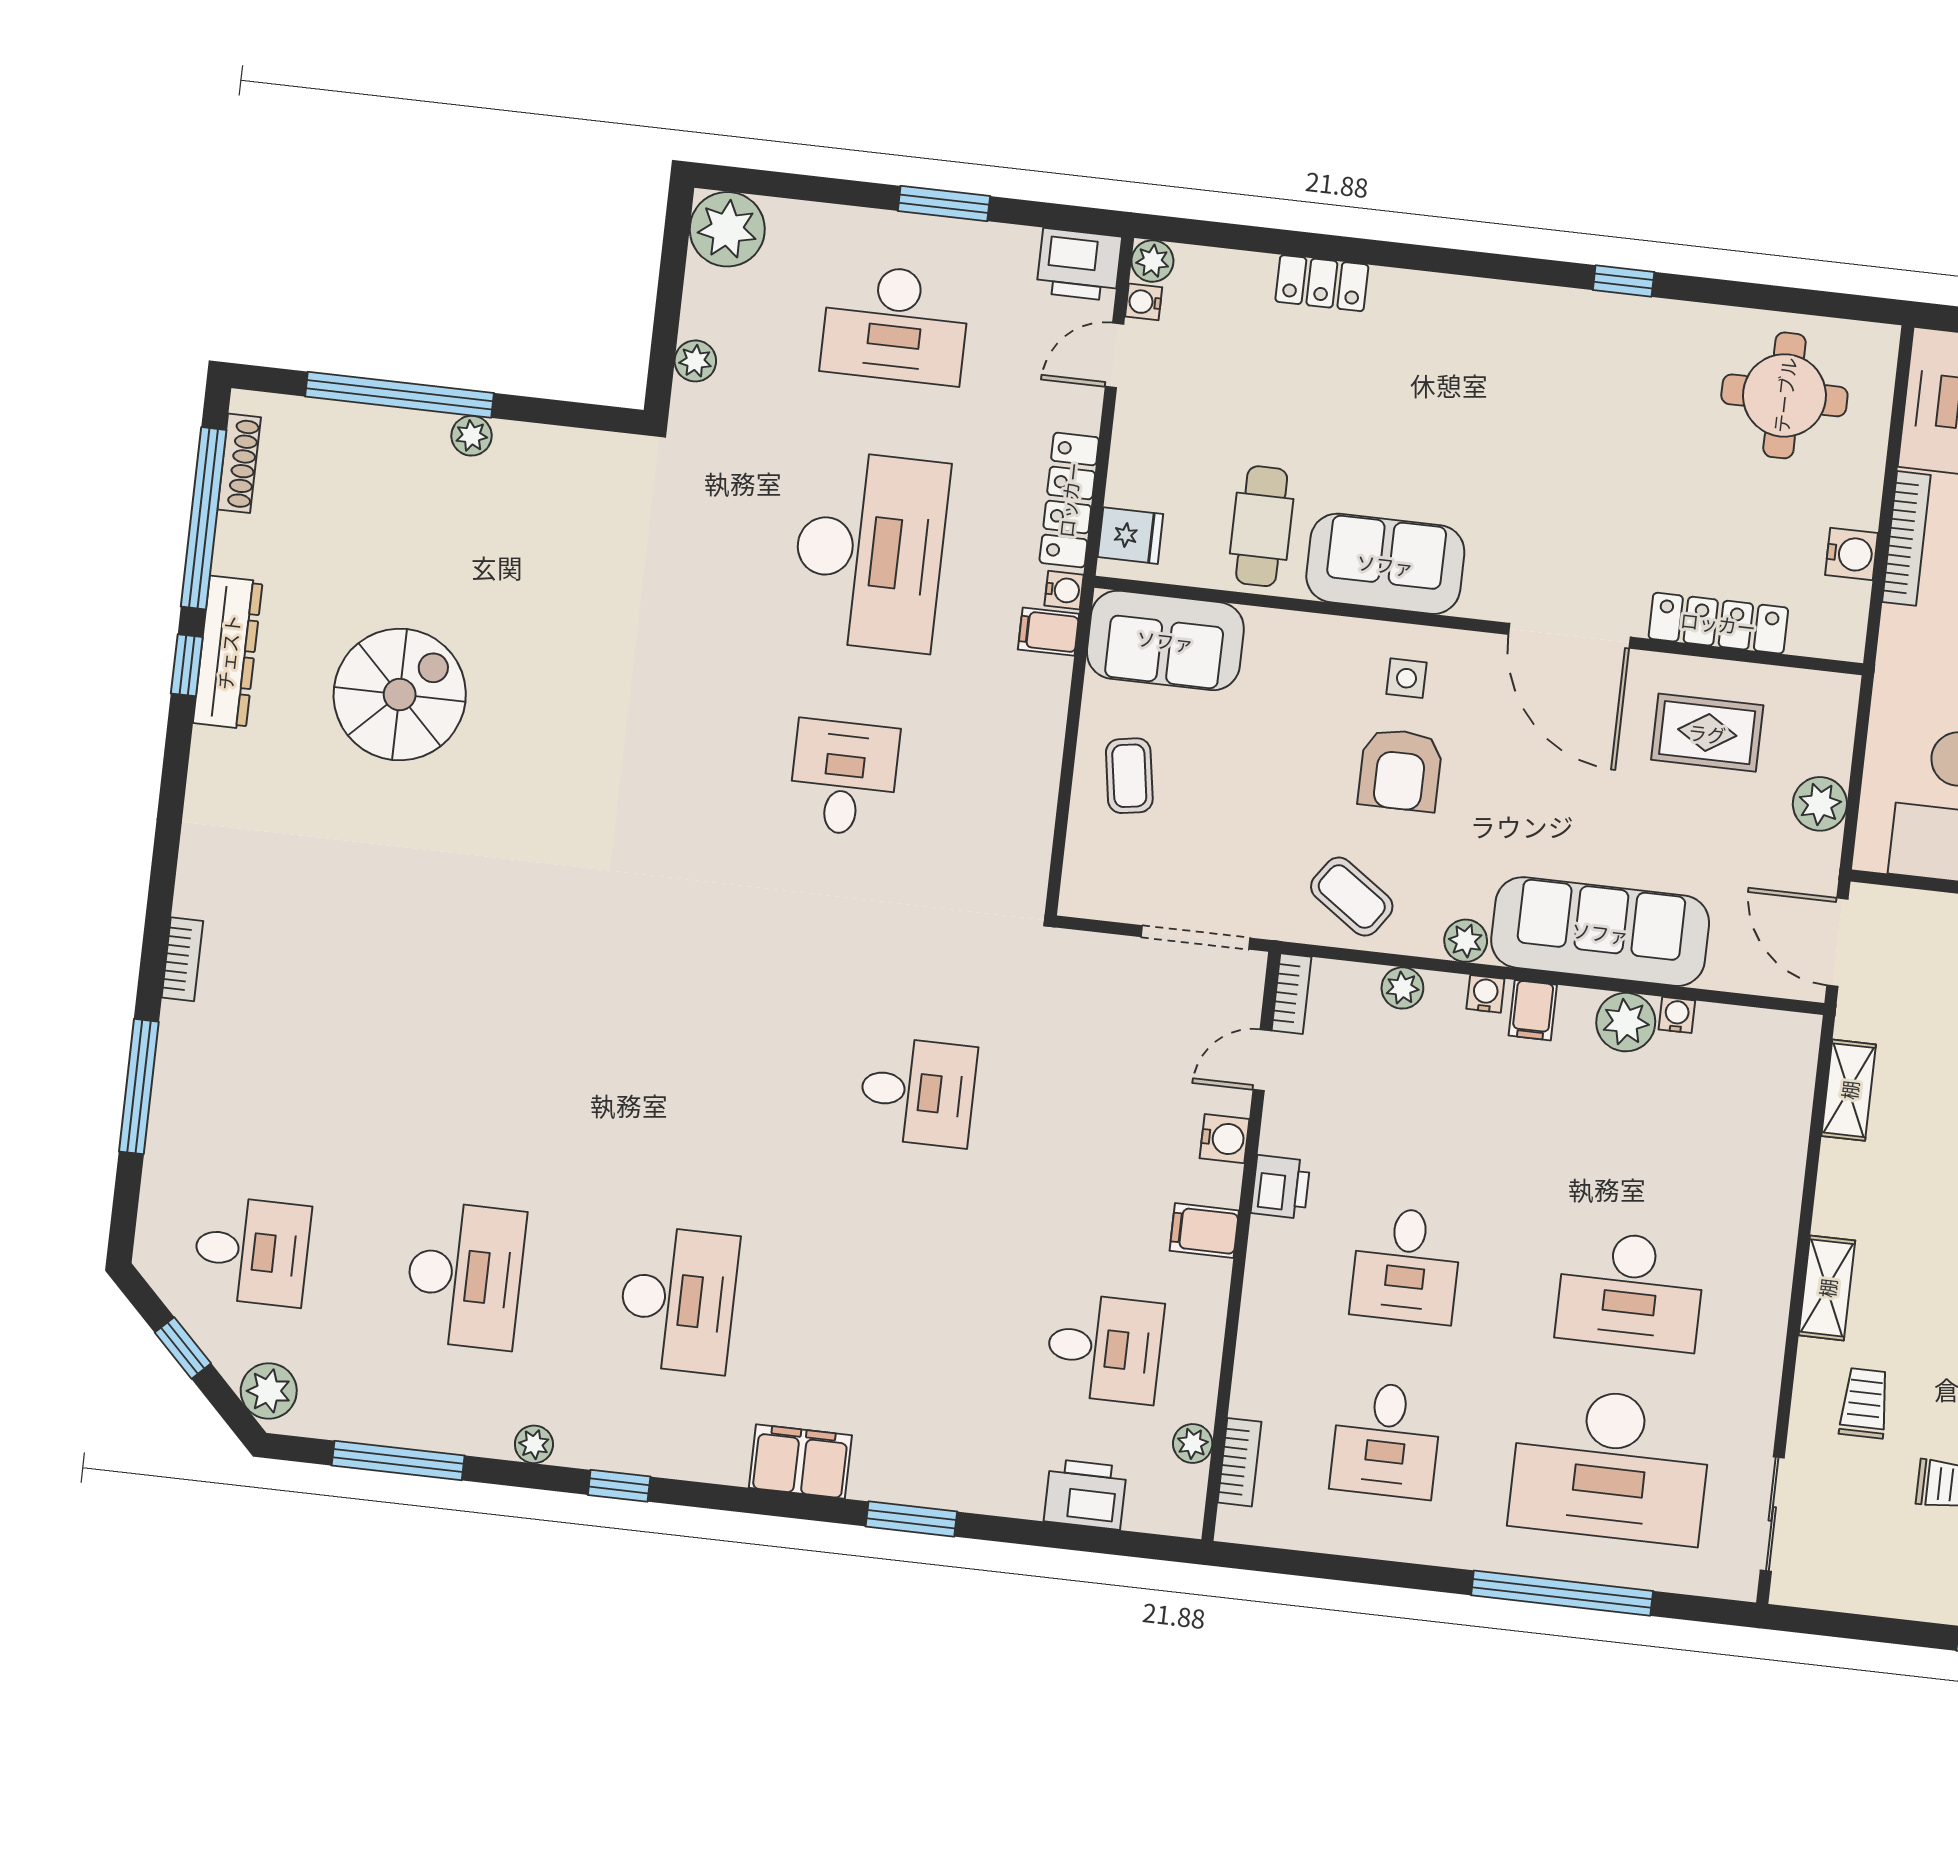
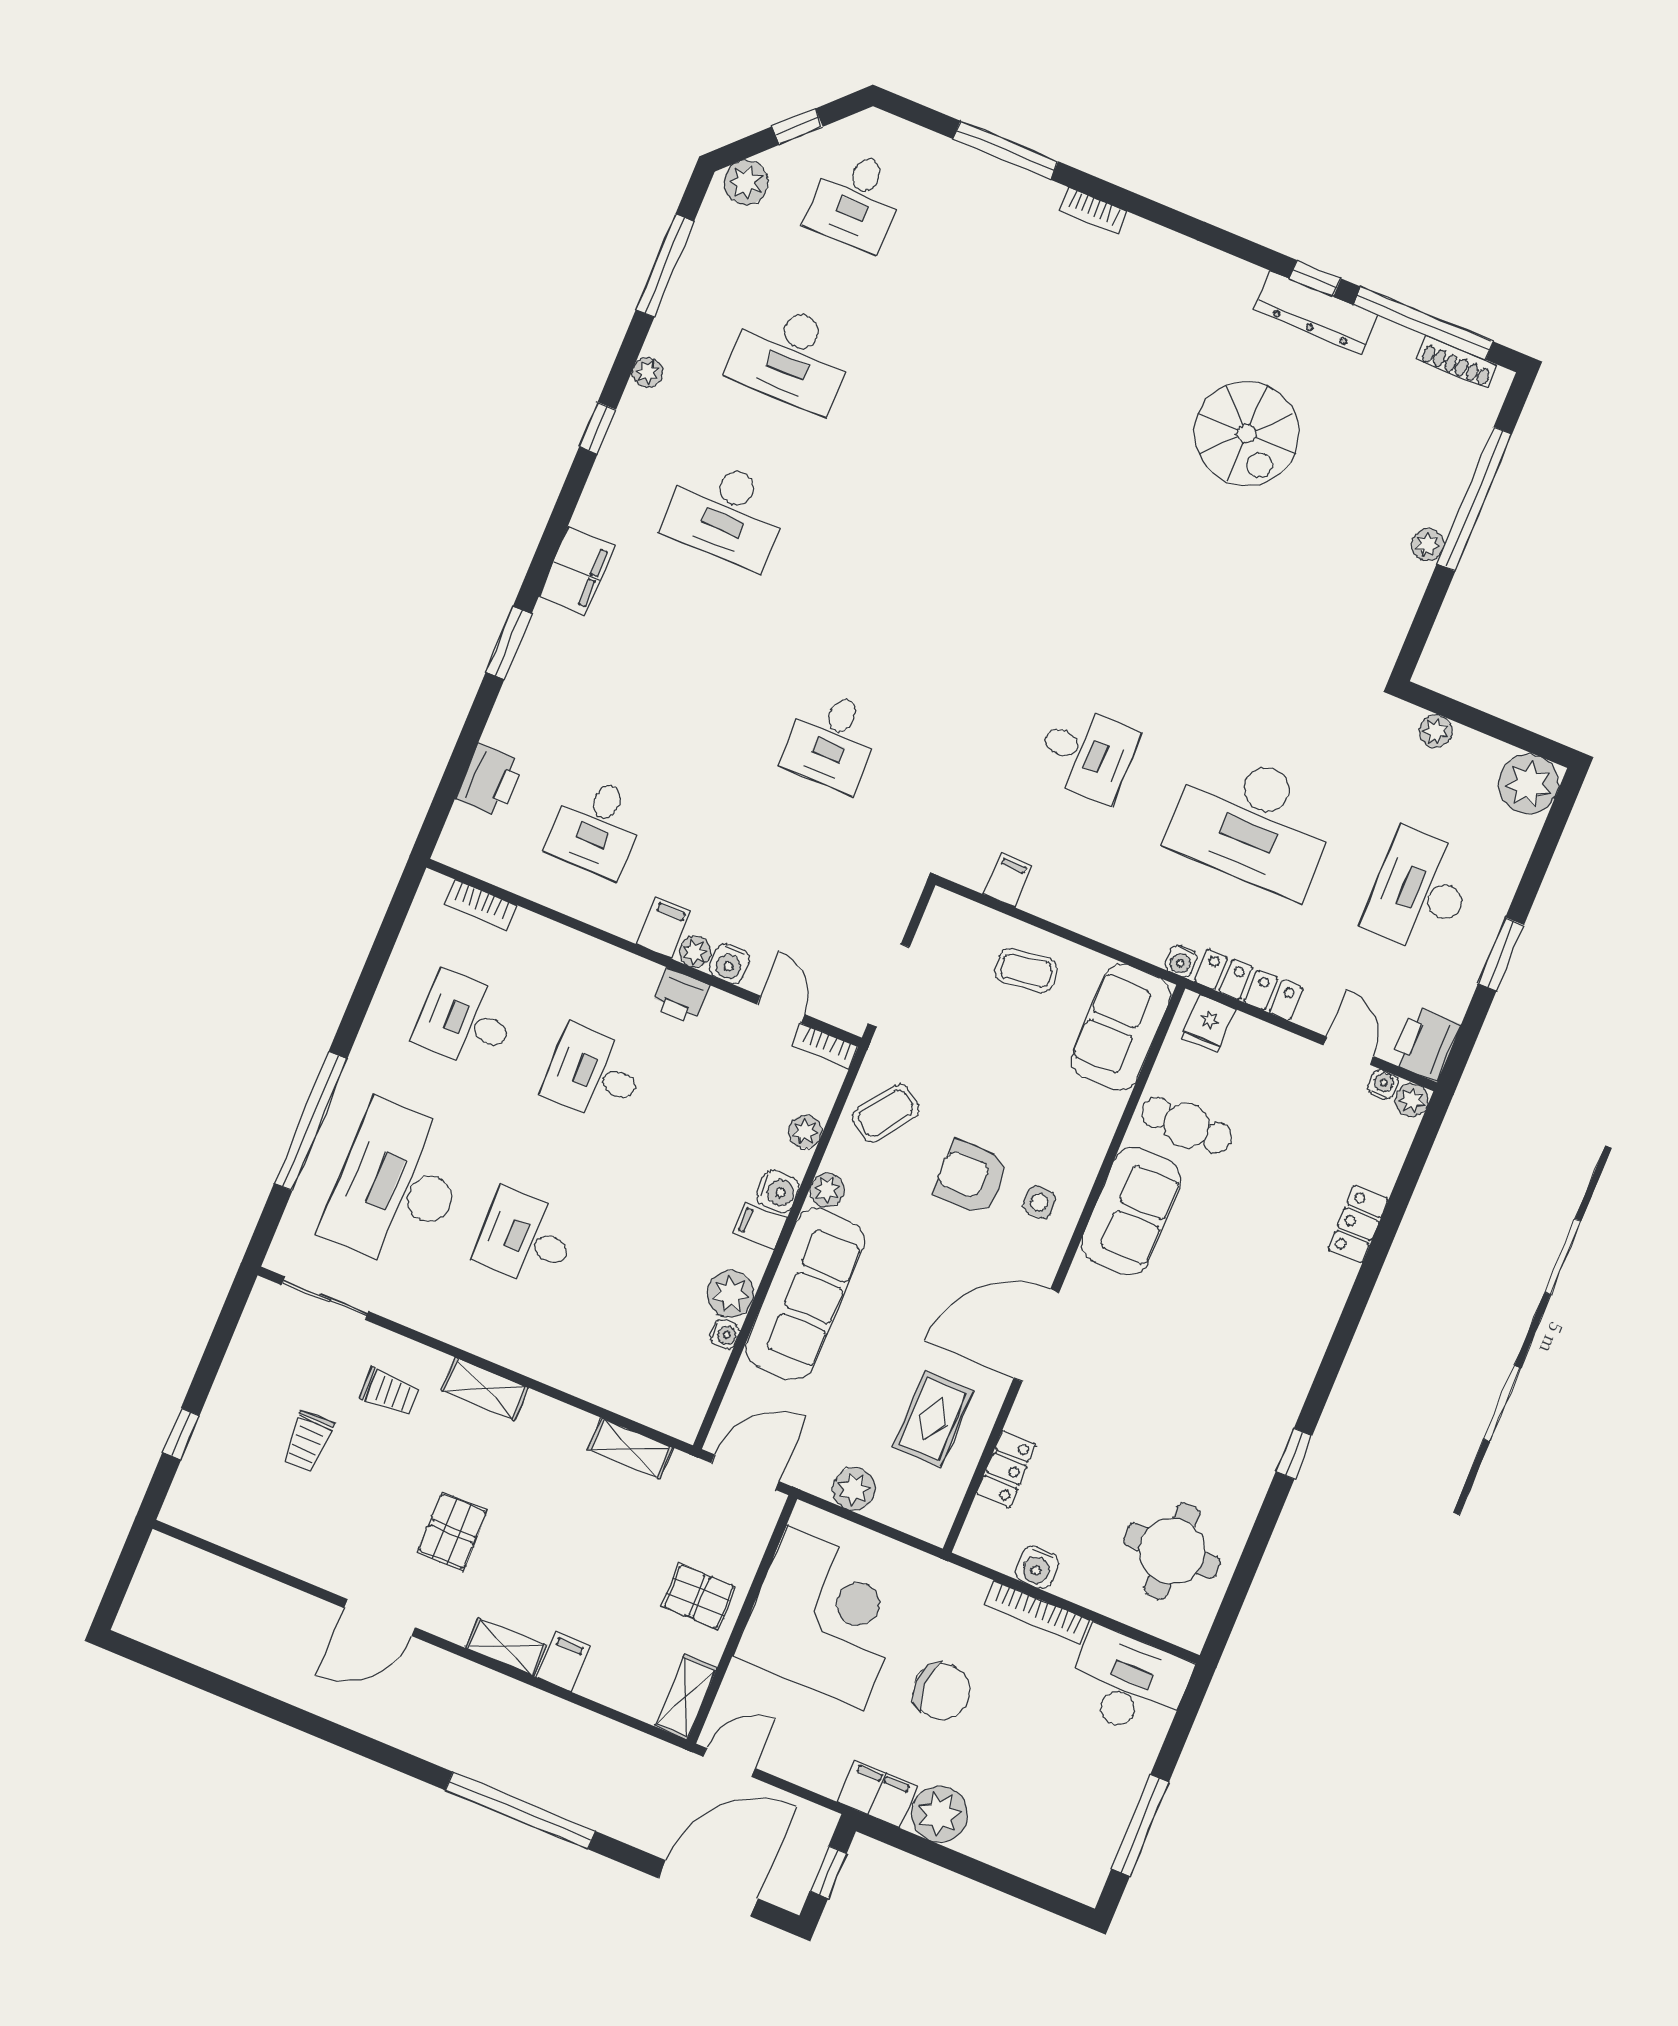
locker: (1718, 623) -> (1006, 1469), width x0.66
filing cabinet: (1049, 632) -> (1008, 880), moved
water cooler: (1485, 994) -> (778, 1191), width x1.38, depth x1.38
desk: (1630, 1291) -> (526, 1239), width x0.73
plant: (1193, 1443) -> (695, 952), moved

